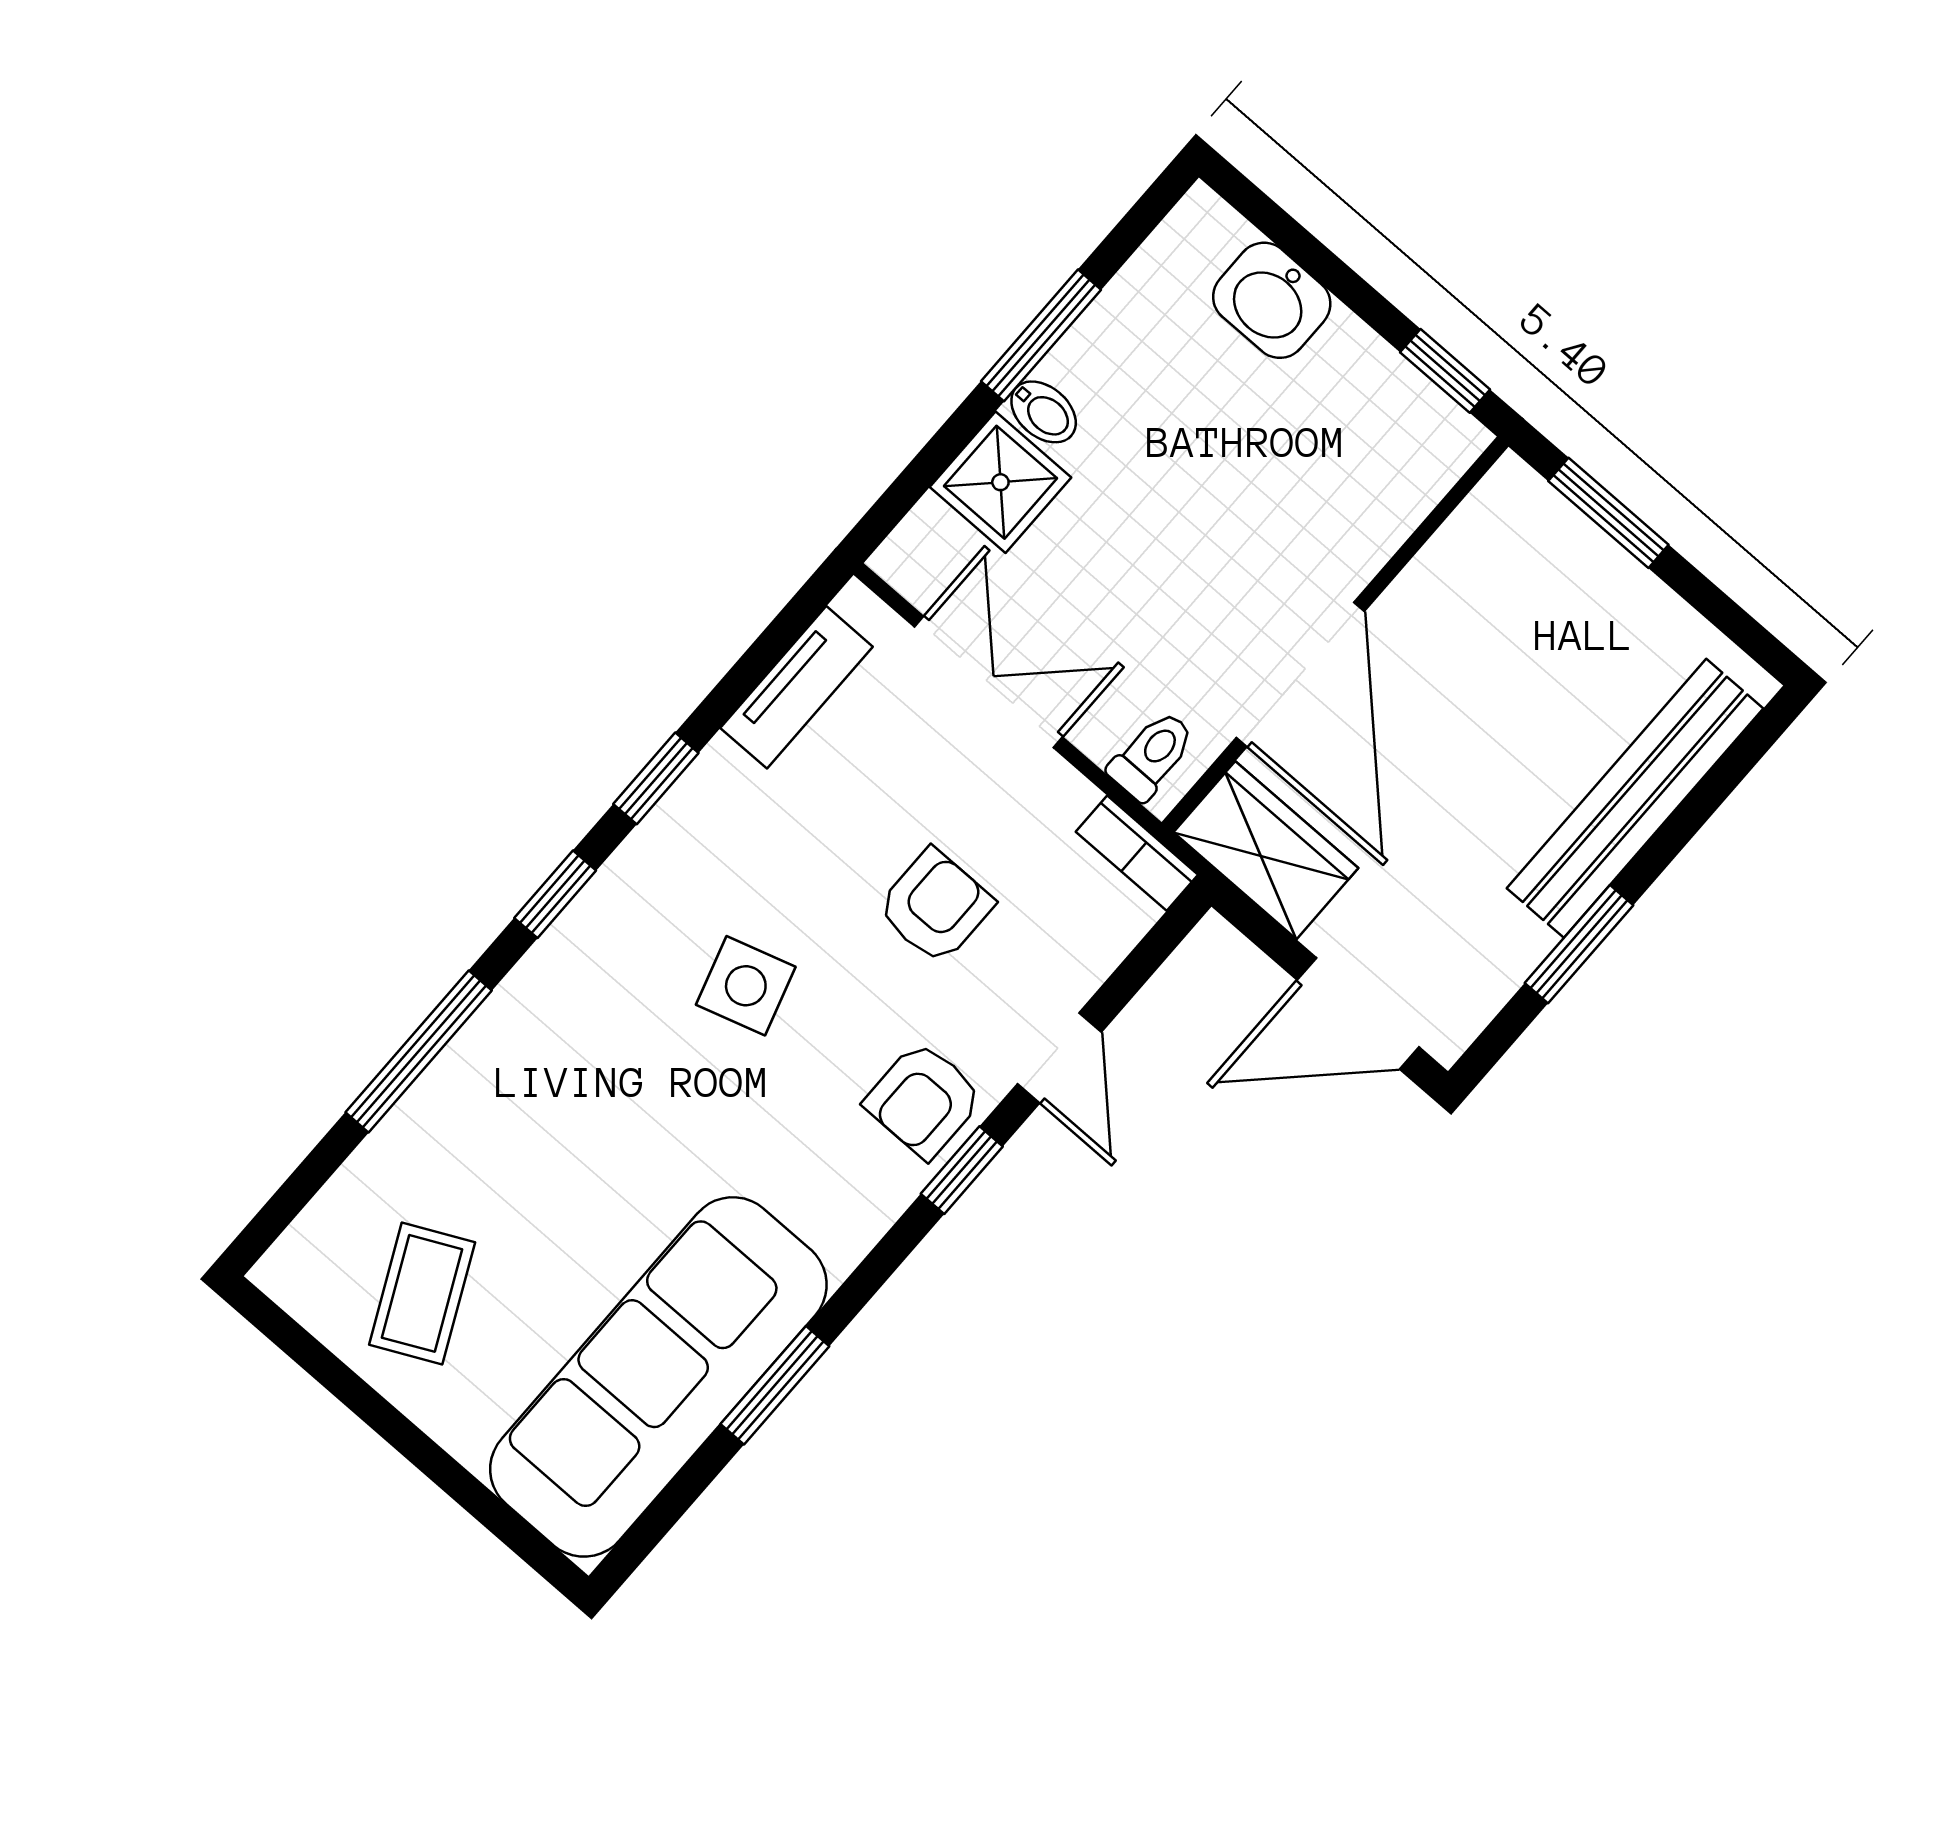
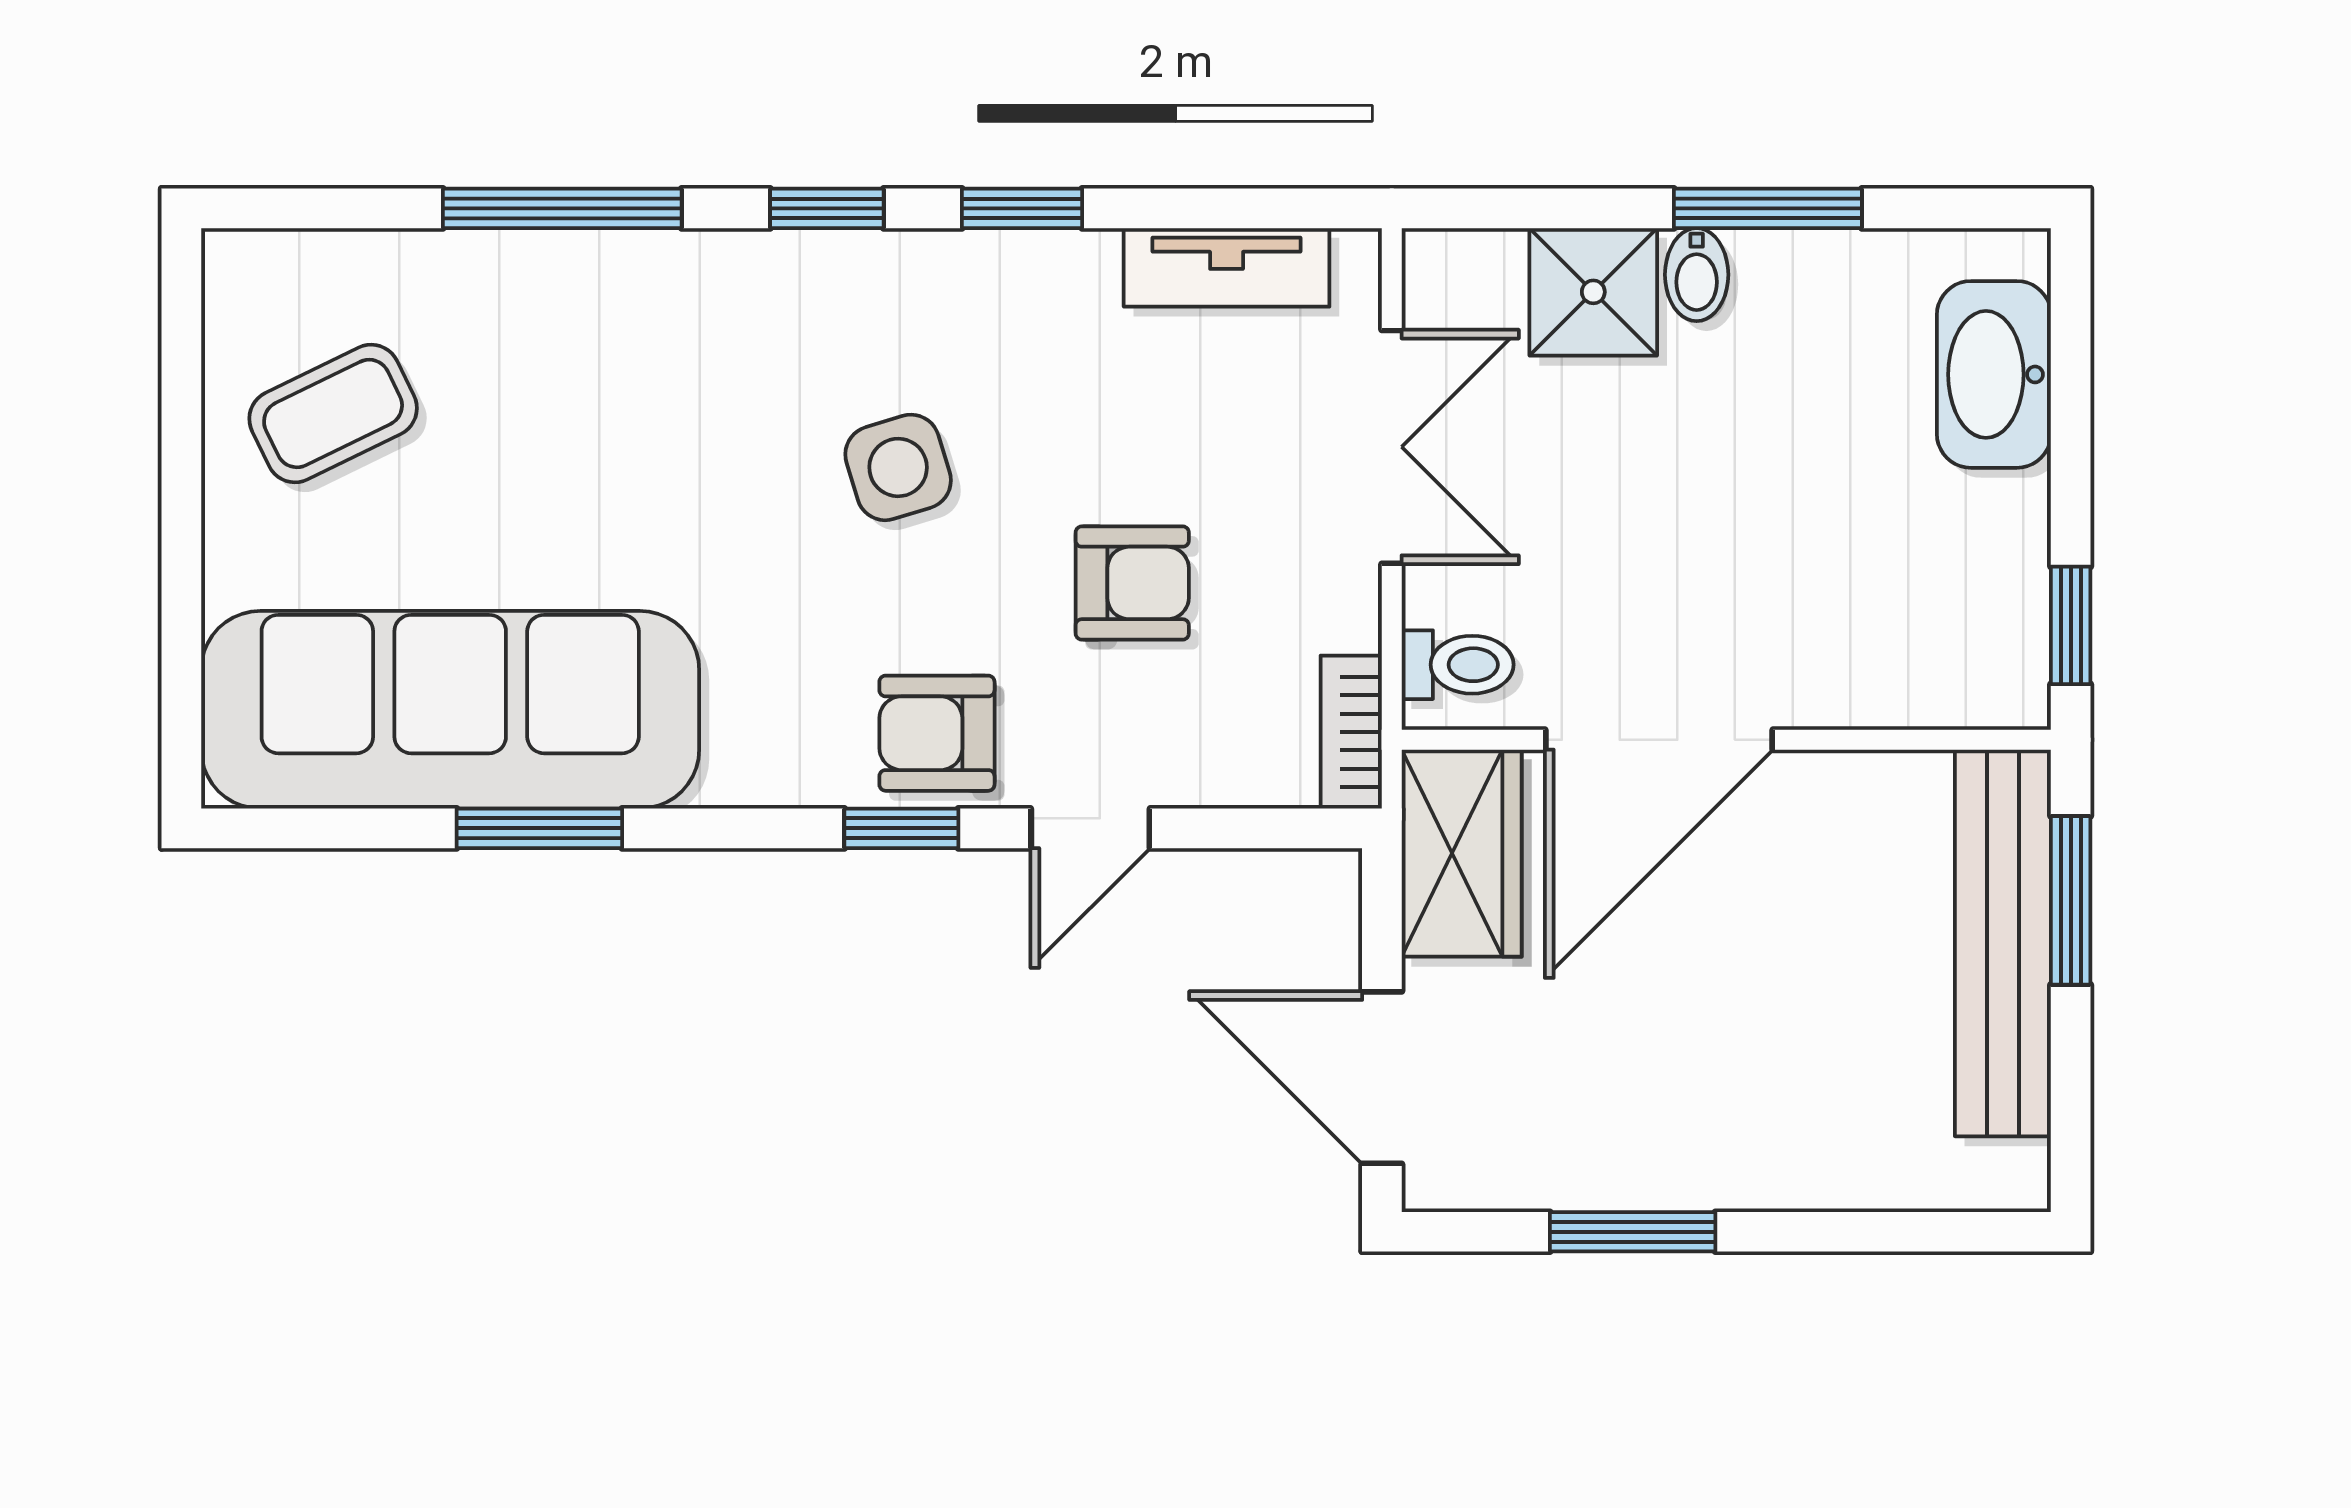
washbasin: (1272, 300) -> (1994, 374), width x1.38
bench: (1635, 798) -> (2003, 943), moved, turned 90

